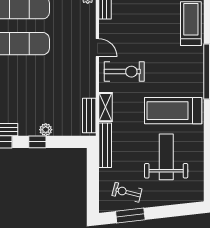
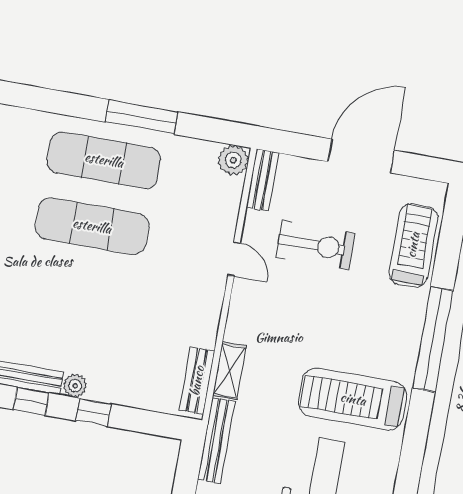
exercise bike: (124, 72) -> (315, 245), moved
plant: (46, 130) -> (75, 386), moved

